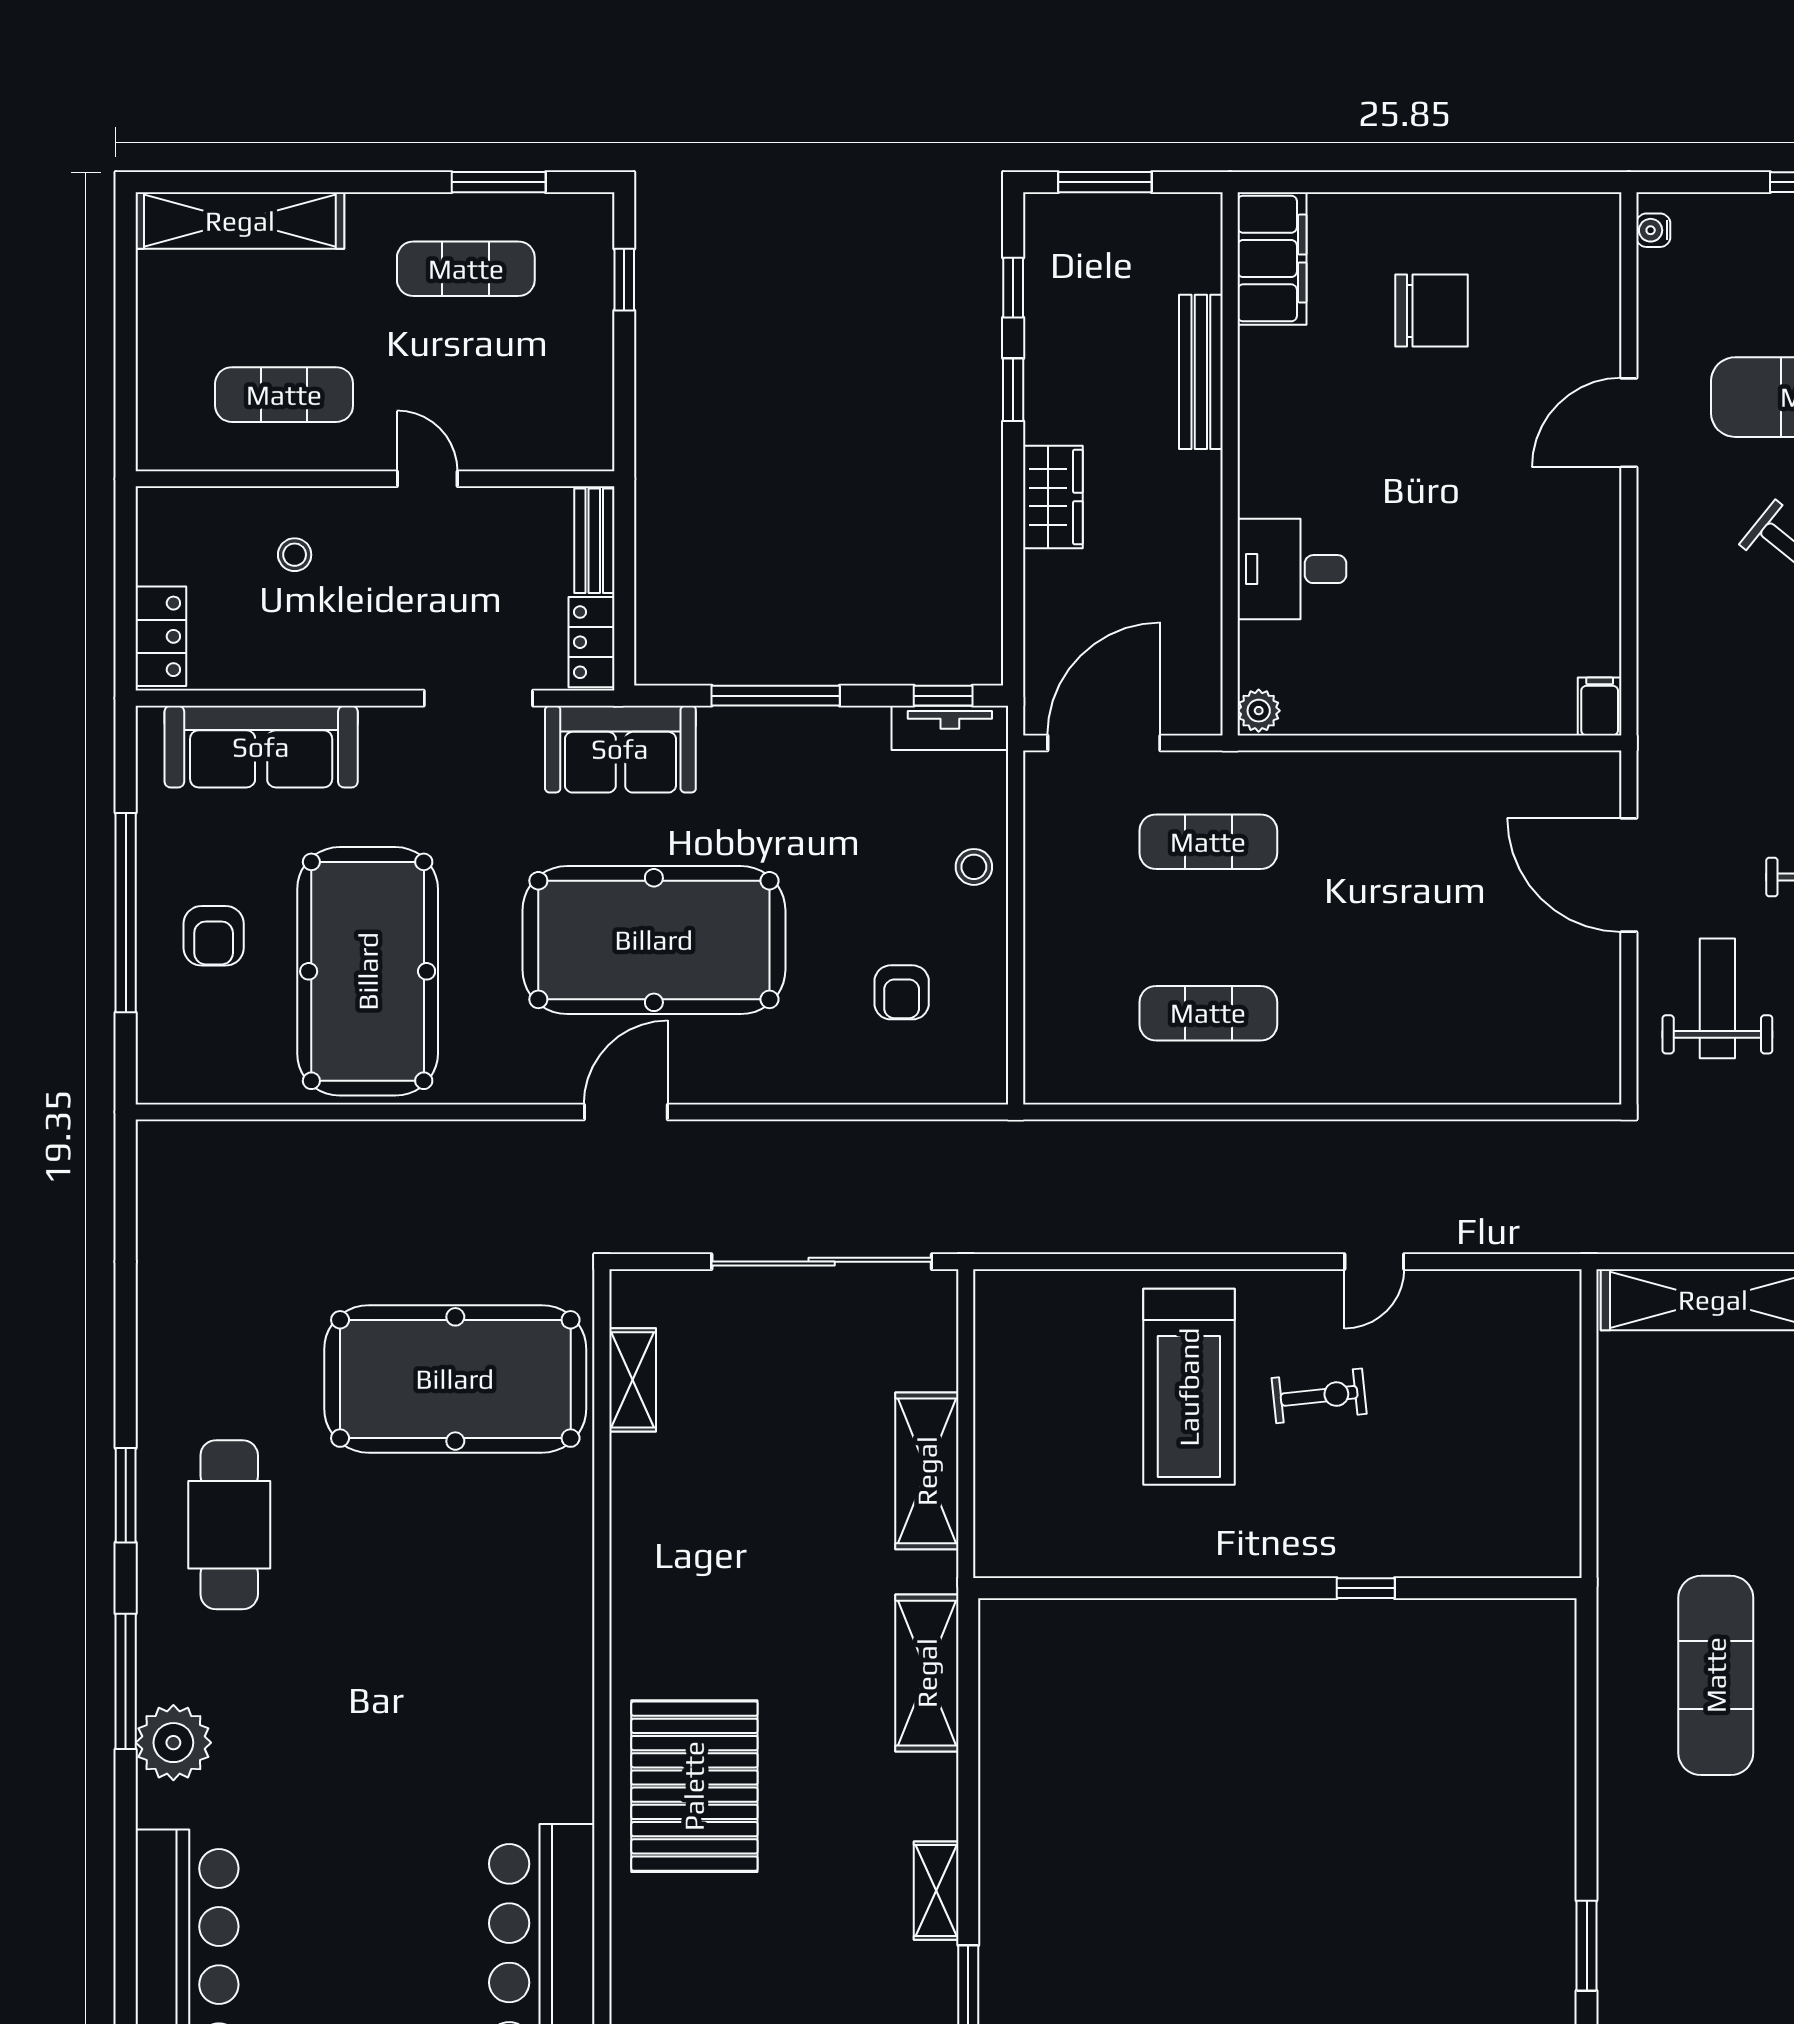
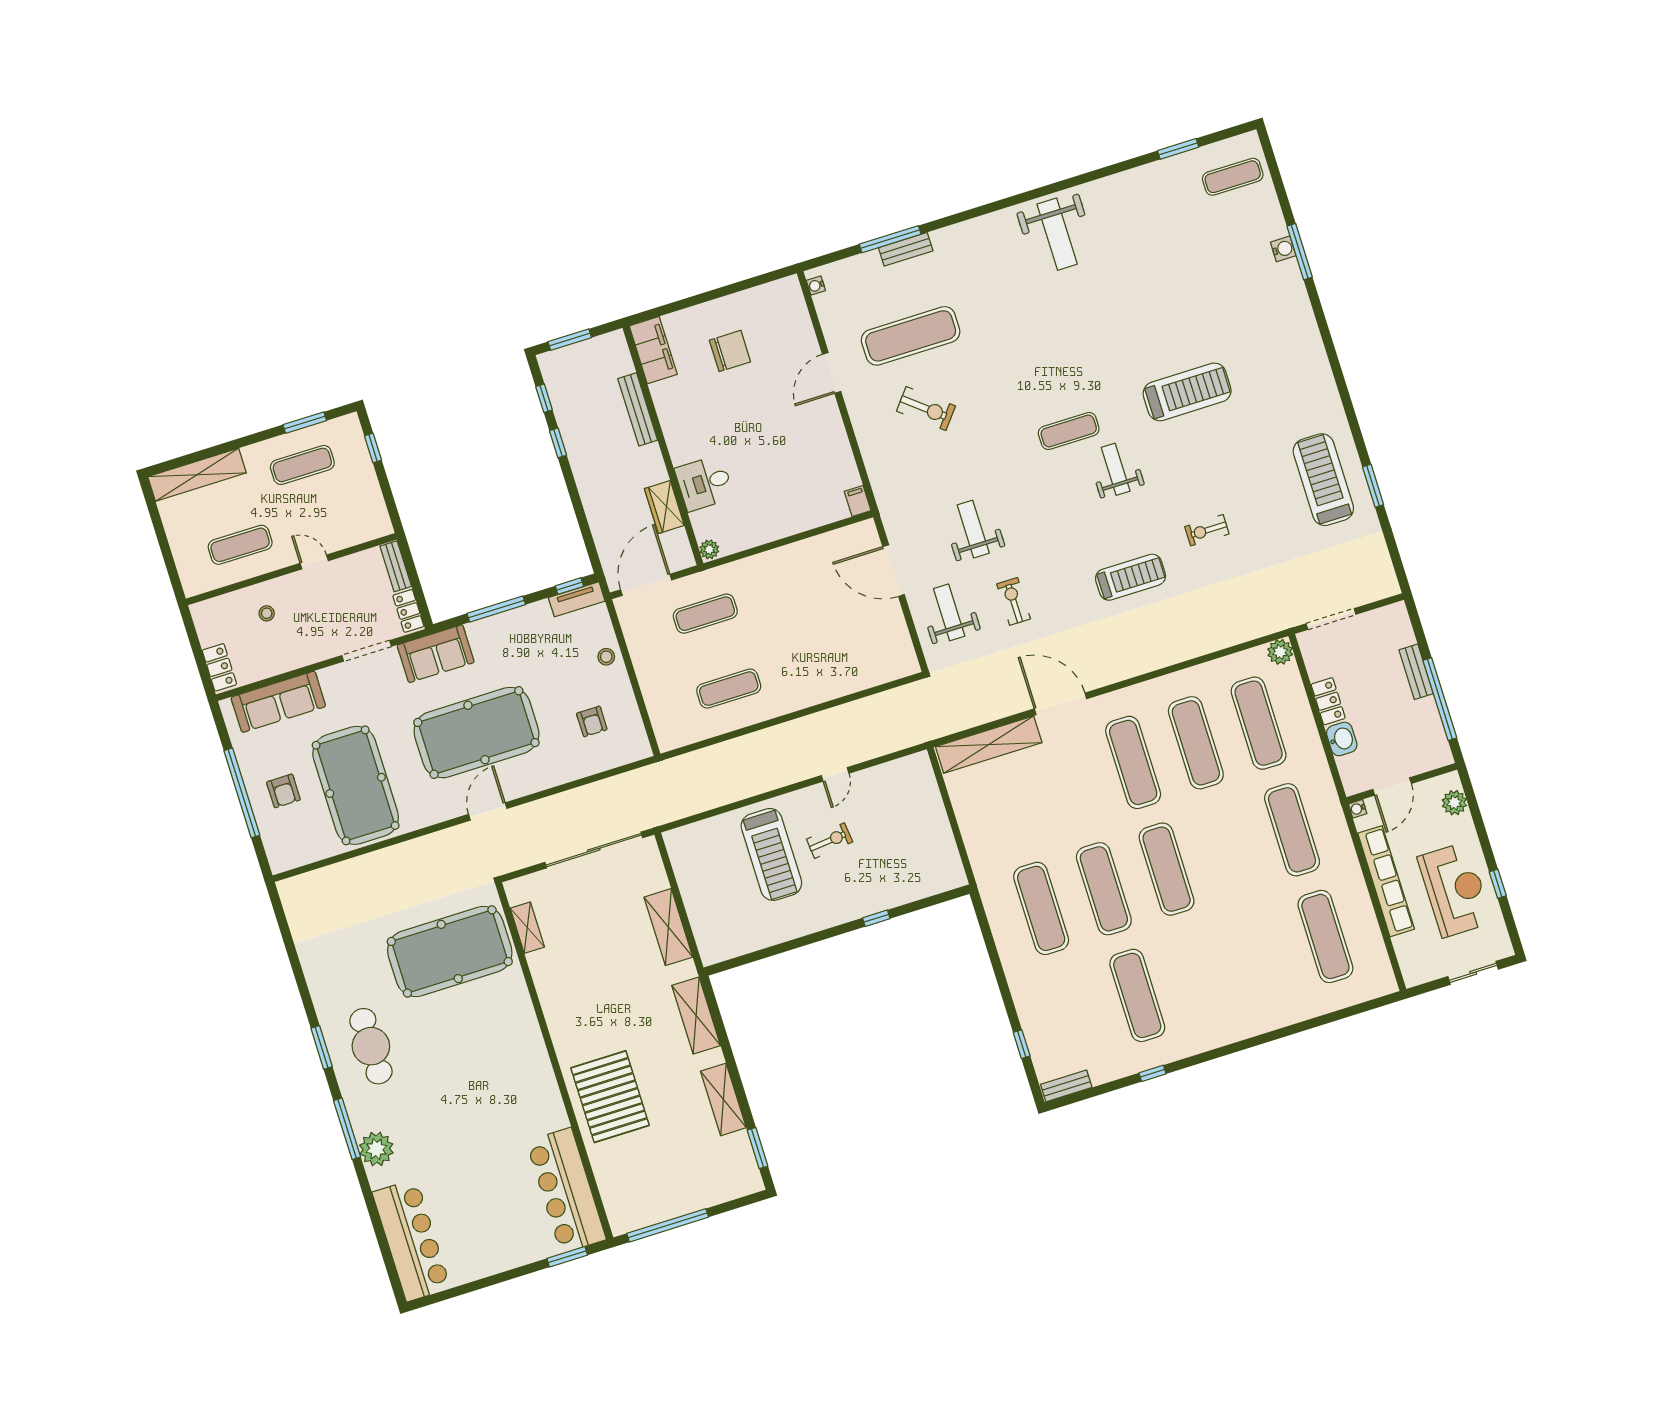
wardrobe: (1053, 497) -> (664, 507), moved, turned 180
shelving: (936, 1891) -> (723, 1099), width x1.50, depth x1.33
window: (1587, 1946) -> (1022, 1044), width x0.67

